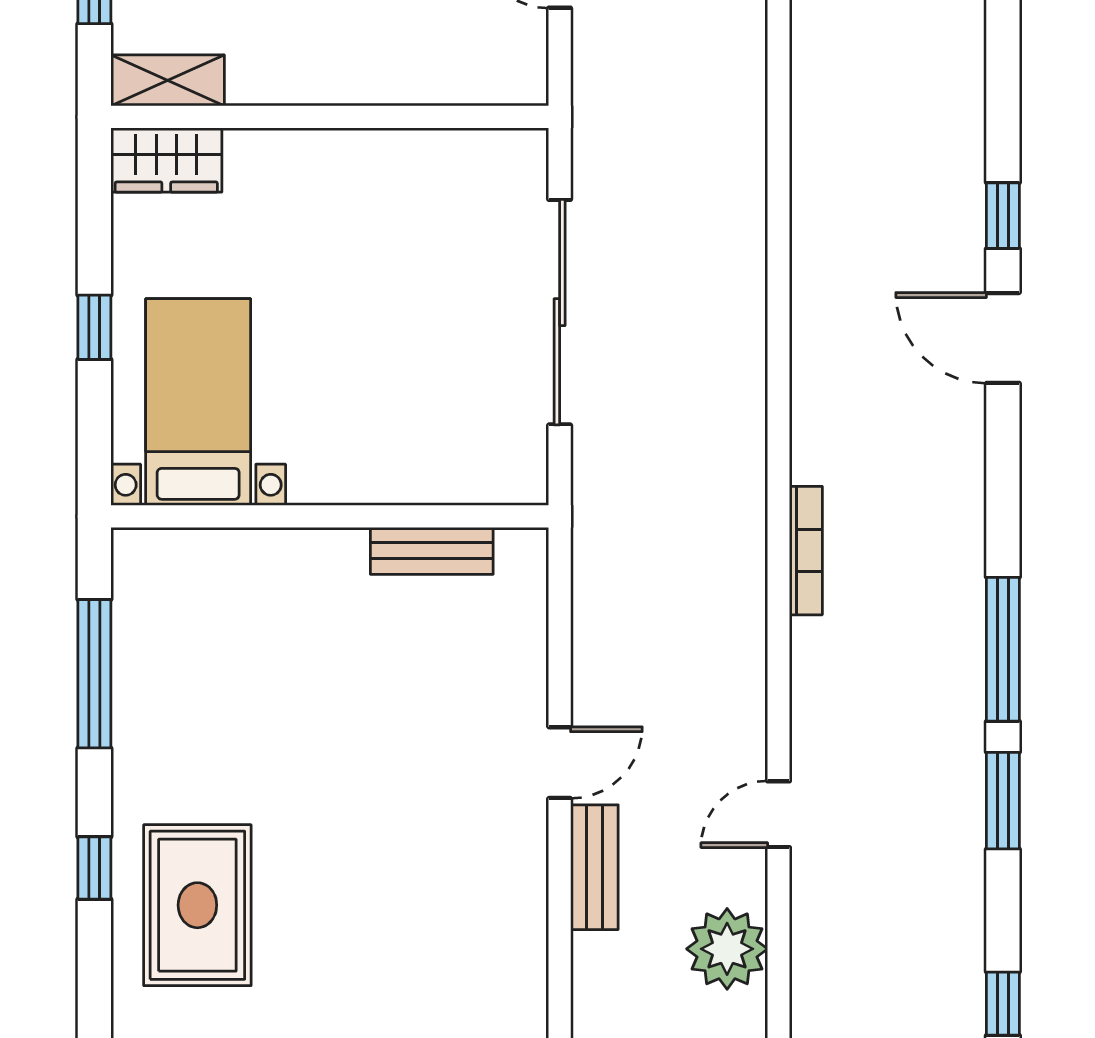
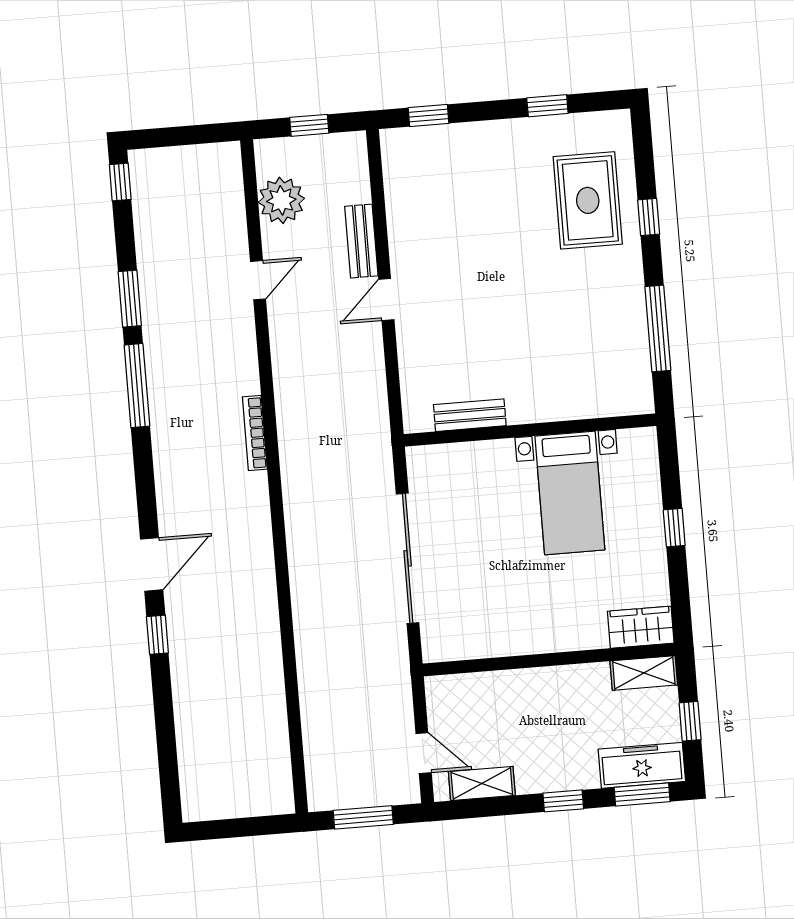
door: (1003, 338) -> (152, 564), hinge flipped
bed with nightstands: (198, 402) -> (570, 493), moved

